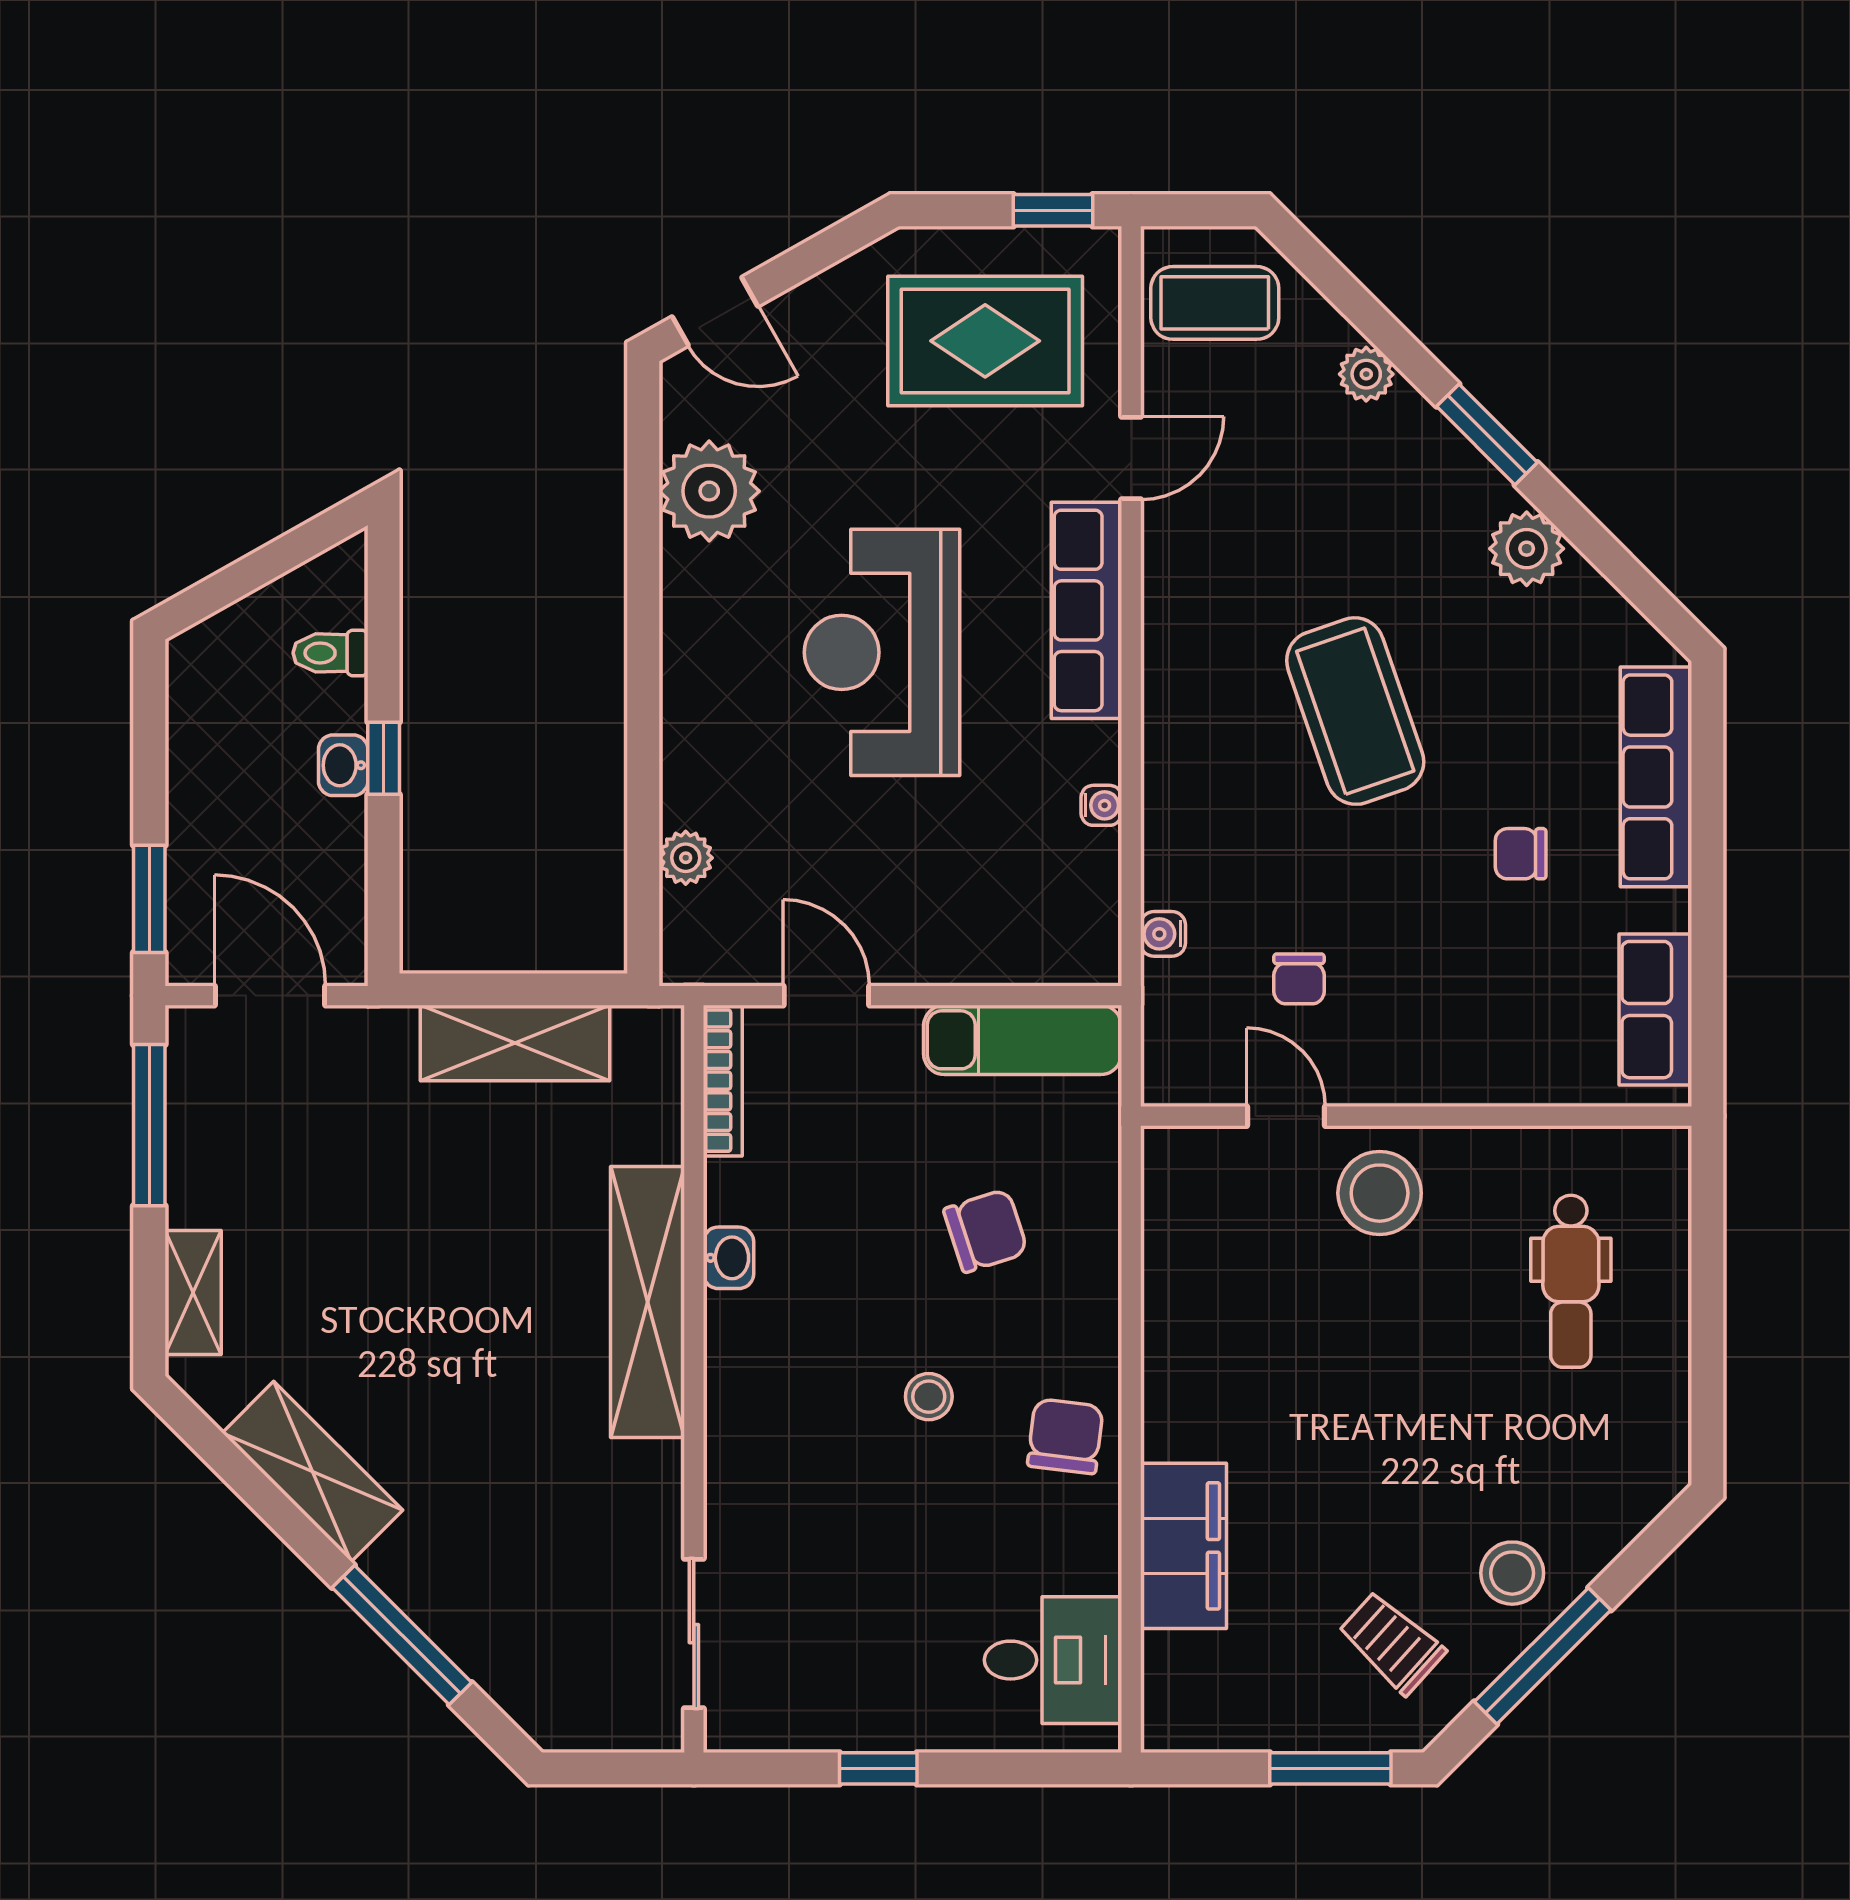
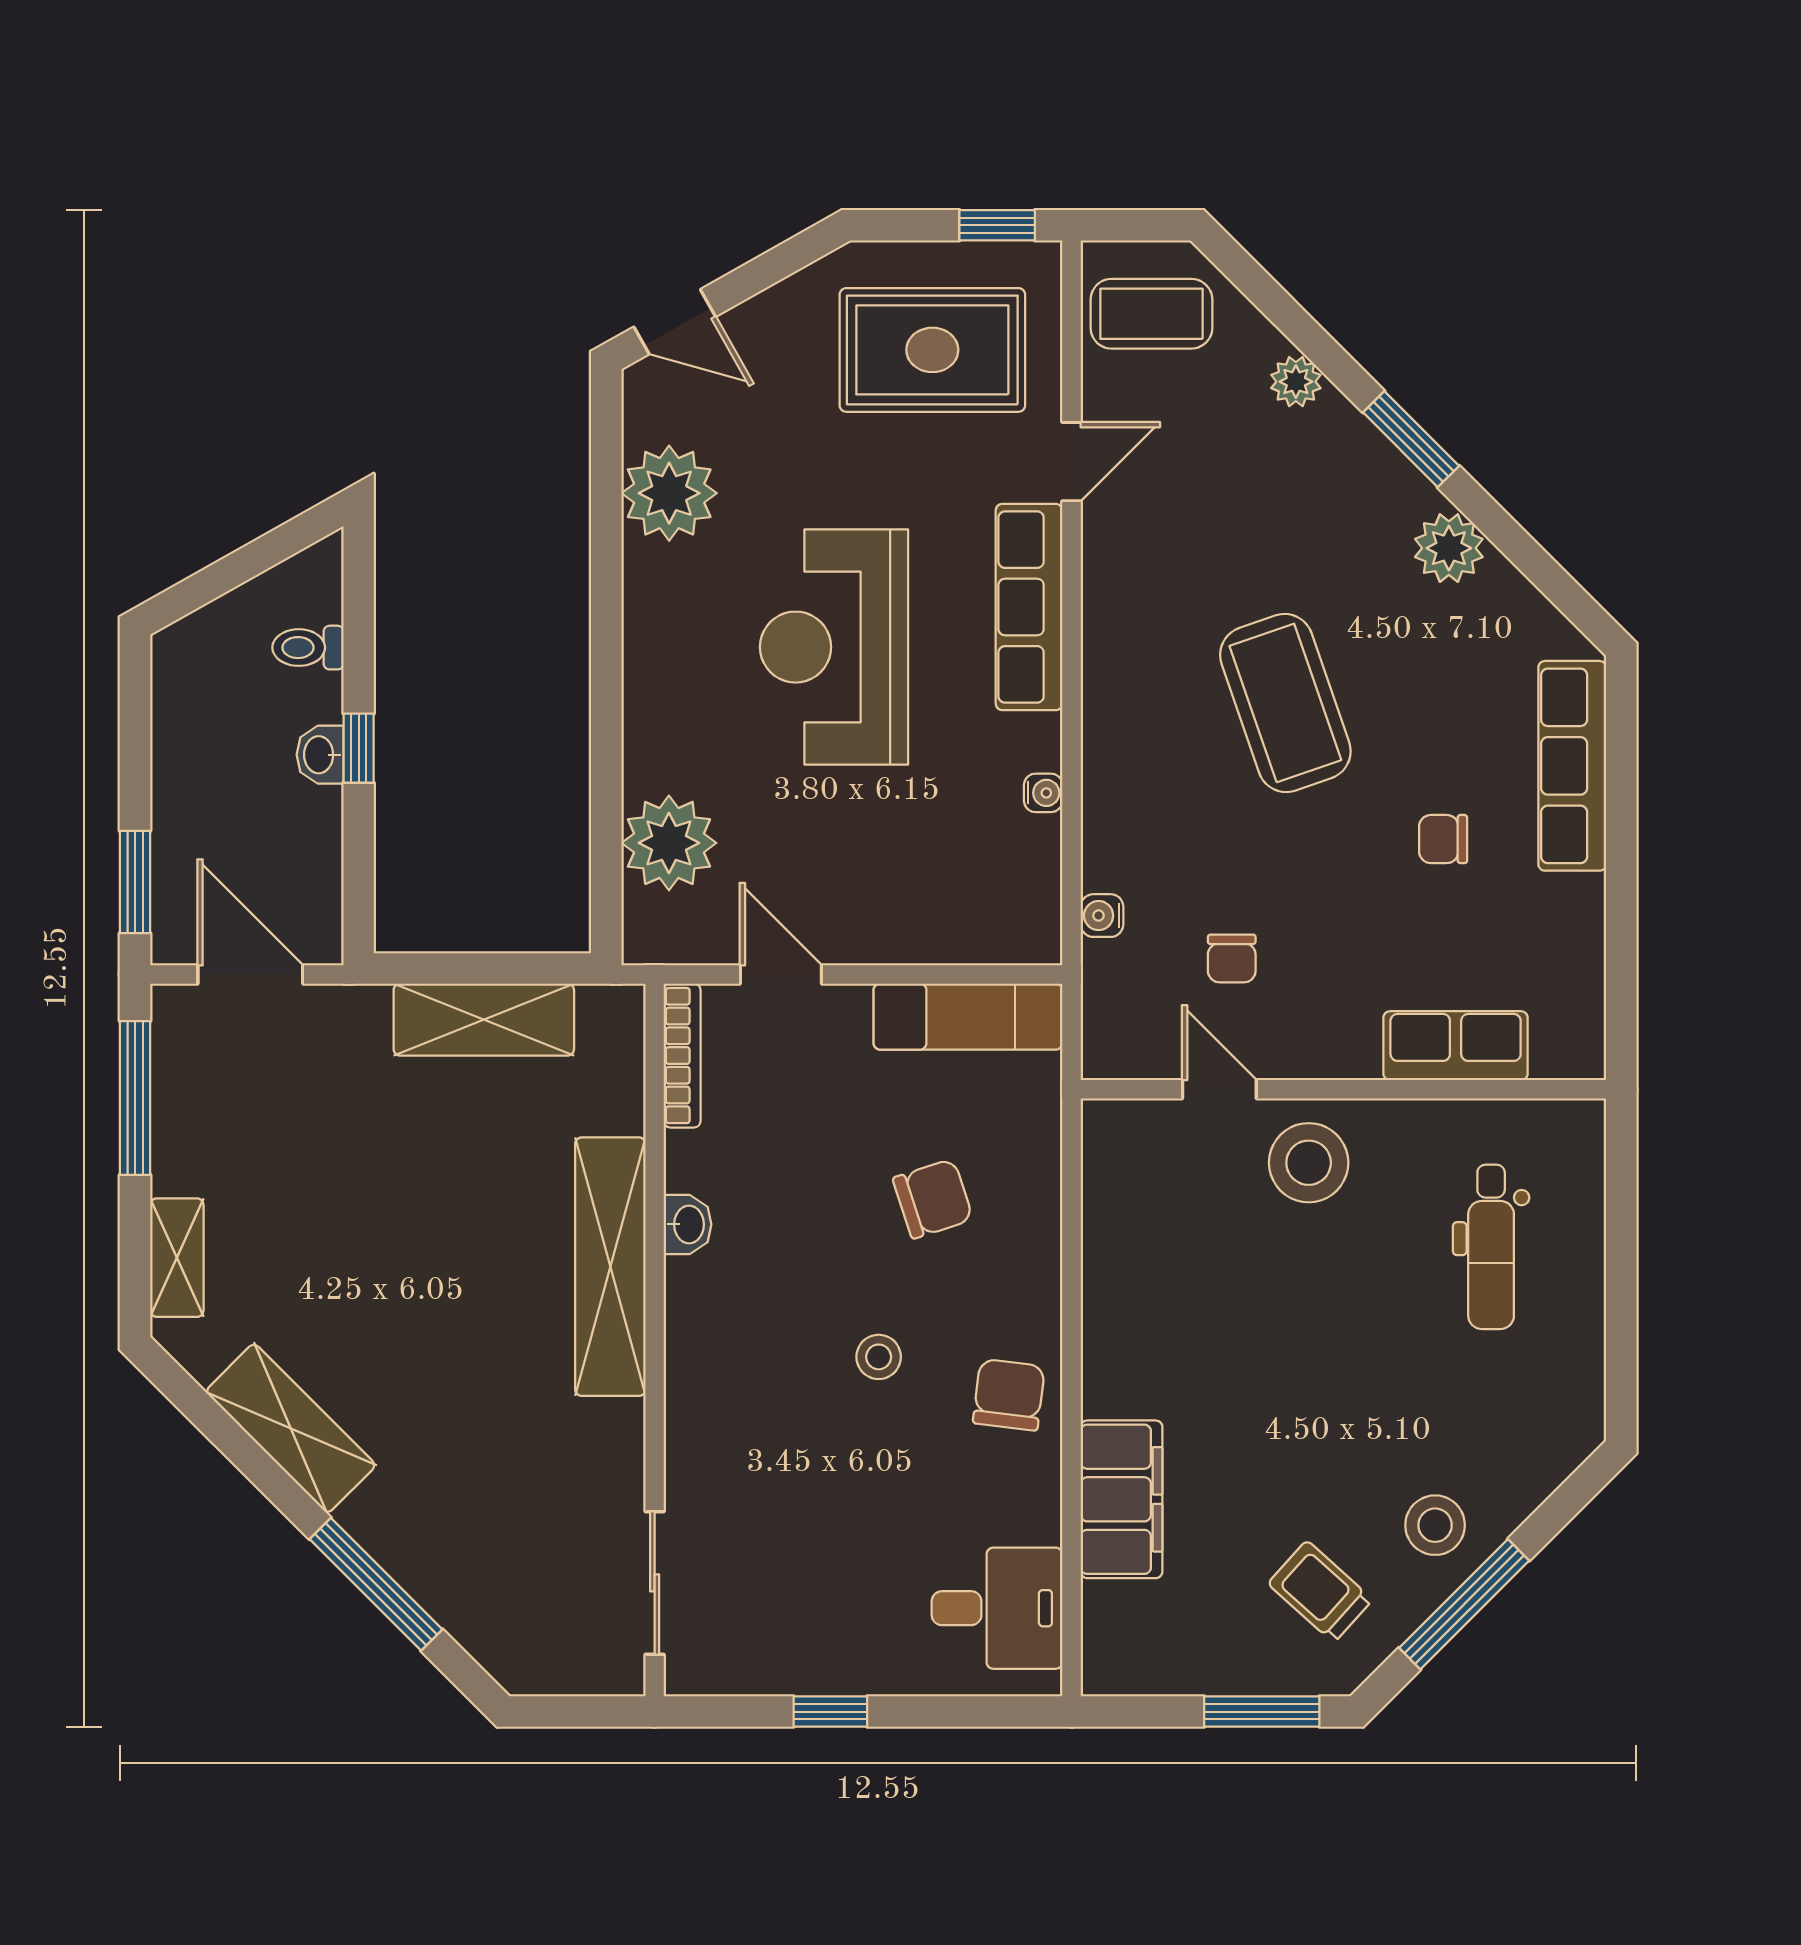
plant: (686, 858) -> (669, 843), width x1.88, depth x1.88
row of seats: (1655, 1010) -> (1456, 1046), moved, turned 90

